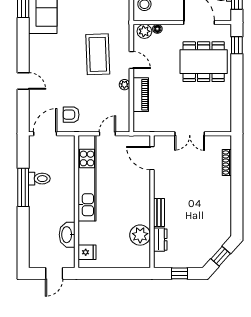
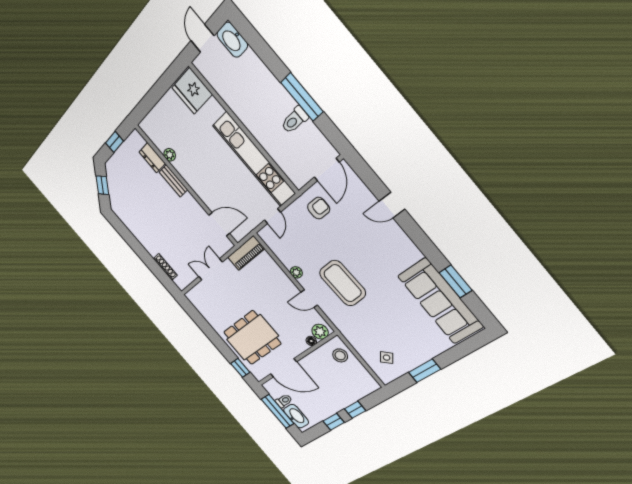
piano: (141, 95) -> (246, 253), moved, turned -90
washbasin: (67, 235) -> (232, 40), moved, turned 180
plant: (140, 235) -> (170, 155), width x0.53, depth x0.53
fridge: (87, 252) -> (192, 91), width x1.88, depth x1.34

